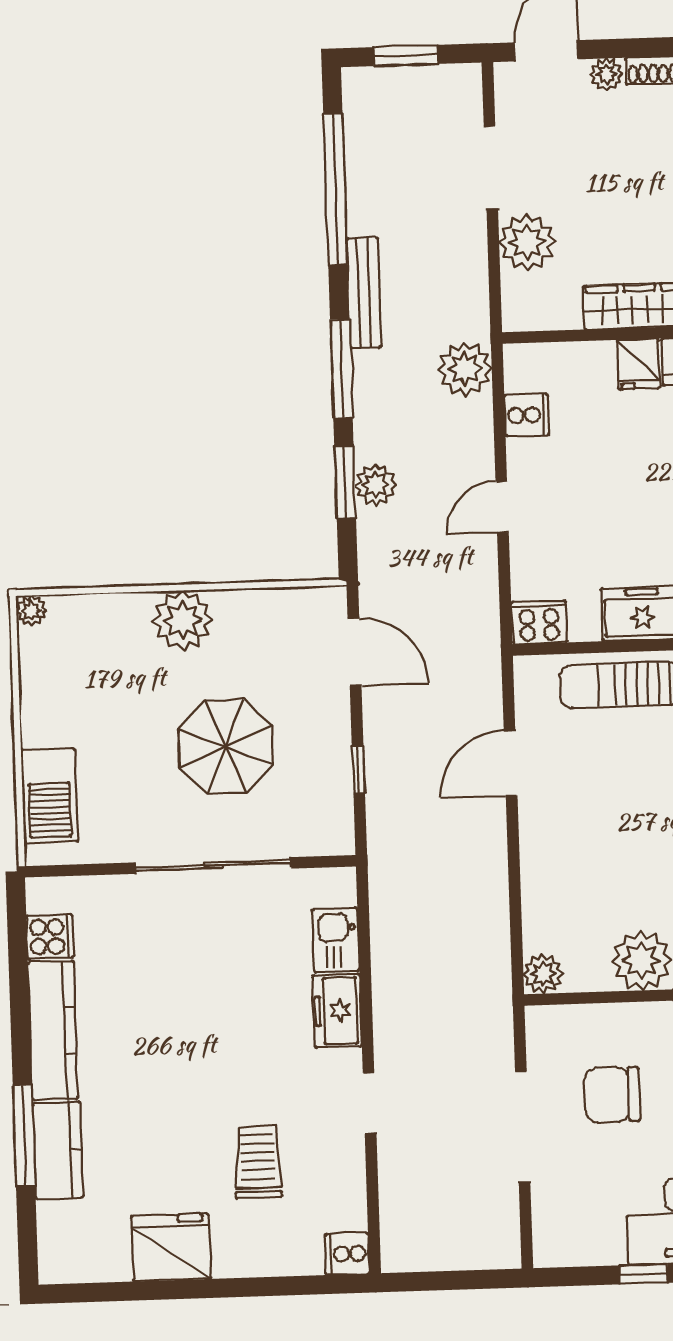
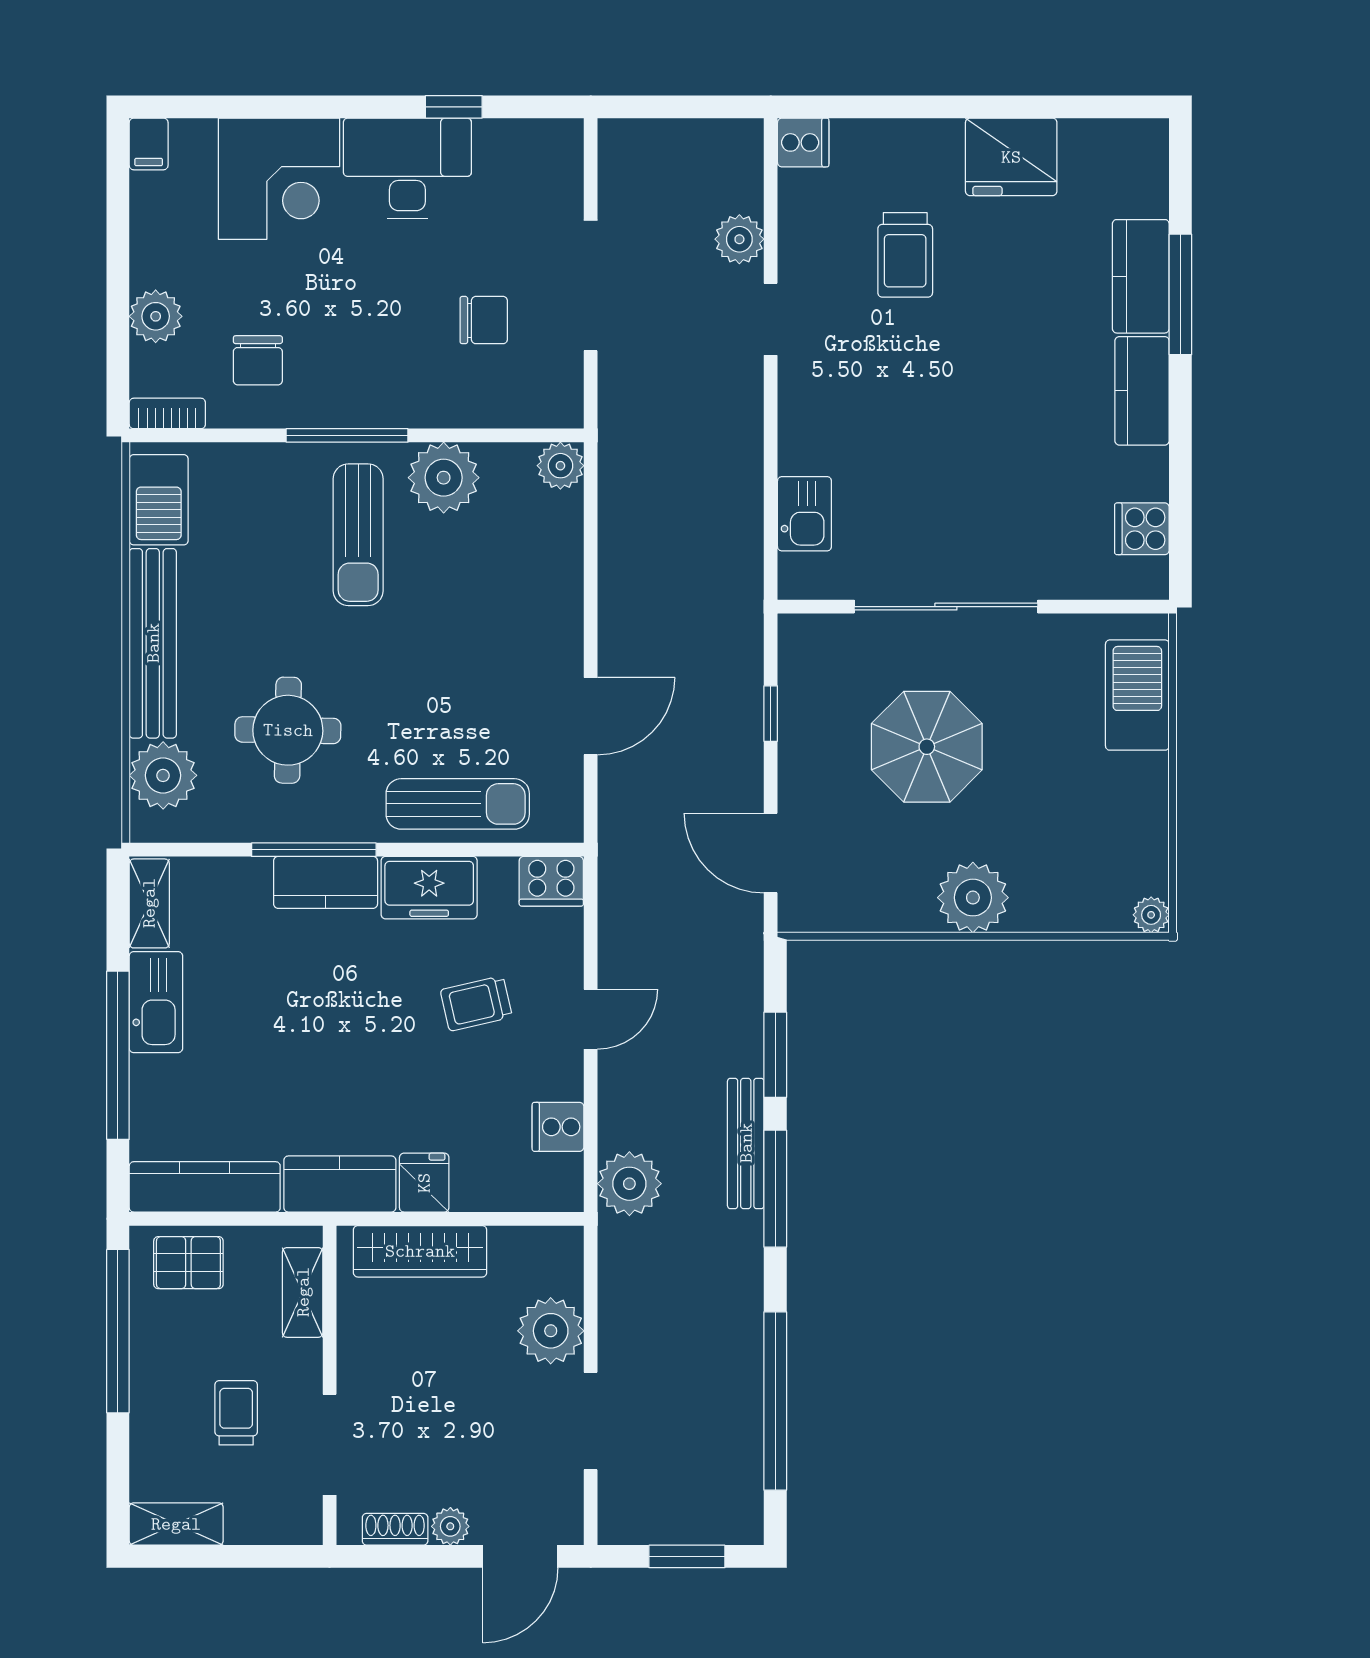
bench: (364, 293) -> (746, 1143), moved
plant: (376, 485) -> (739, 239), moved
trolley: (599, 517) -> (476, 1003), added
freezer: (337, 1011) -> (805, 430), removed
kitchen counter: (53, 1030) -> (1142, 391), width x0.67
chair: (612, 1095) -> (484, 320), width x0.73, depth x0.73

